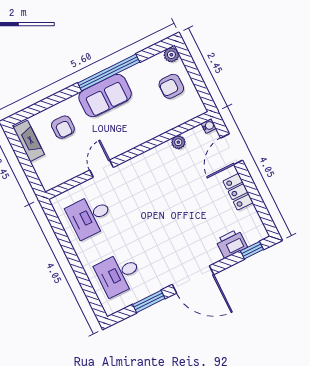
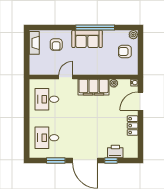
filing cabinet: (151, 163) -> (94, 87), added
window: (252, 250) -> (111, 161), moved

